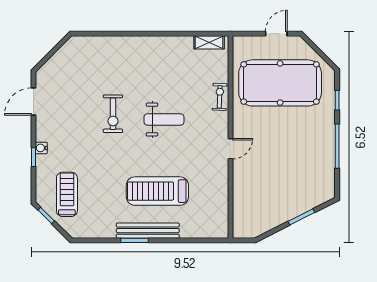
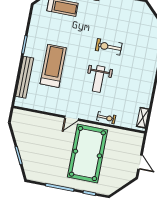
pool table: (280, 83) -> (87, 153), moved
door: (231, 149) -> (71, 118), hinge flipped
bench: (148, 231) -> (25, 77), moved

